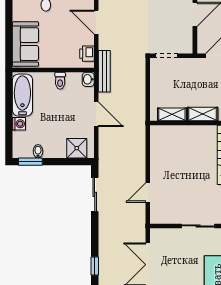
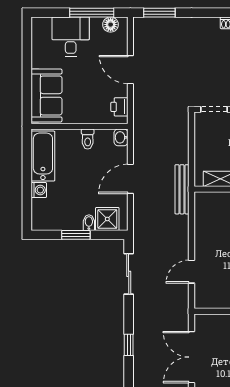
bench: (104, 71) -> (182, 189), moved
door: (96, 114) -> (130, 179), swing flipped
bidet: (38, 151) -> (89, 223), moved
window: (30, 162) -> (76, 235), moved
window: (95, 266) -> (129, 345), moved

